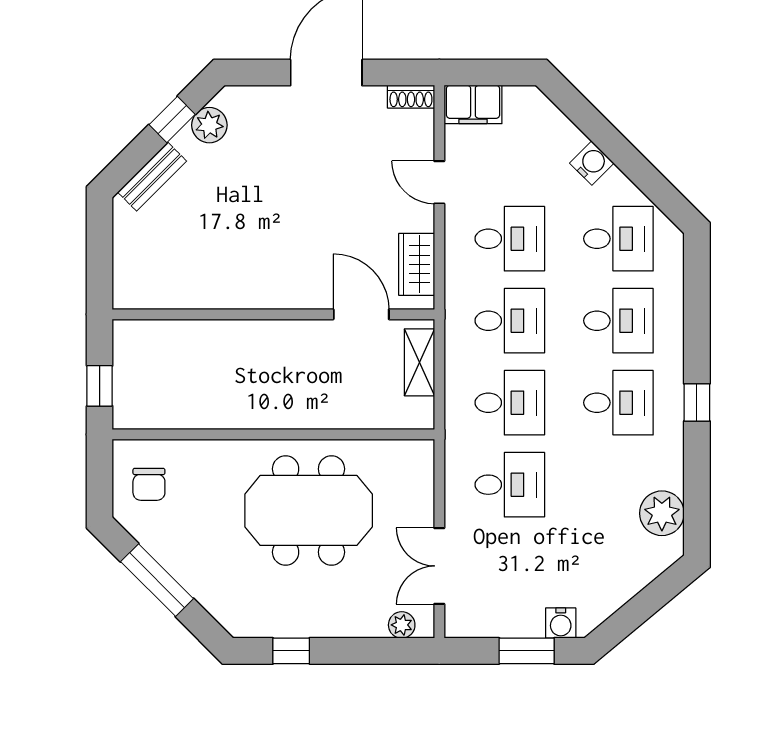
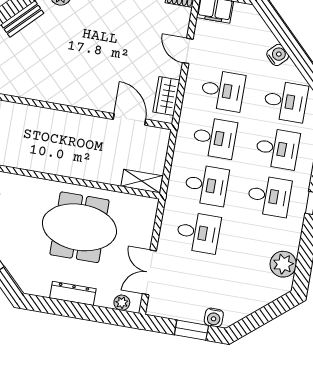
shelving: (420, 362) -> (142, 181), moved, turned 90
dresser: (317, 623) -> (73, 293), added
window: (291, 651) -> (55, 307), removed

